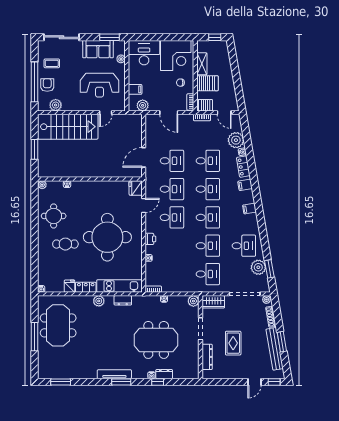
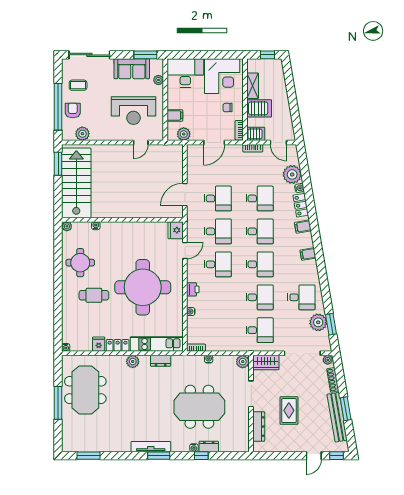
door: (169, 113) -> (214, 142), hinge flipped
stairs: (68, 127) -> (76, 183), moved, turned -90
window: (35, 149) -> (58, 164), moved

